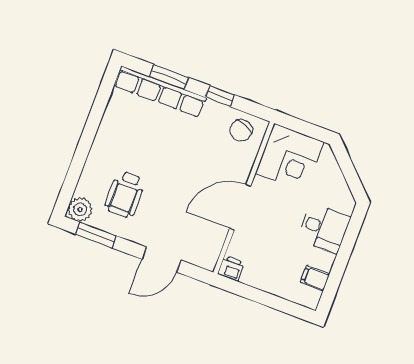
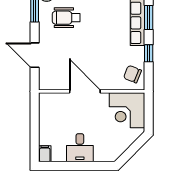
desk: (324, 228) -> (80, 148), moved
printer: (231, 268) -> (45, 100), removed
filing cabinet: (315, 278) -> (45, 154), moved

